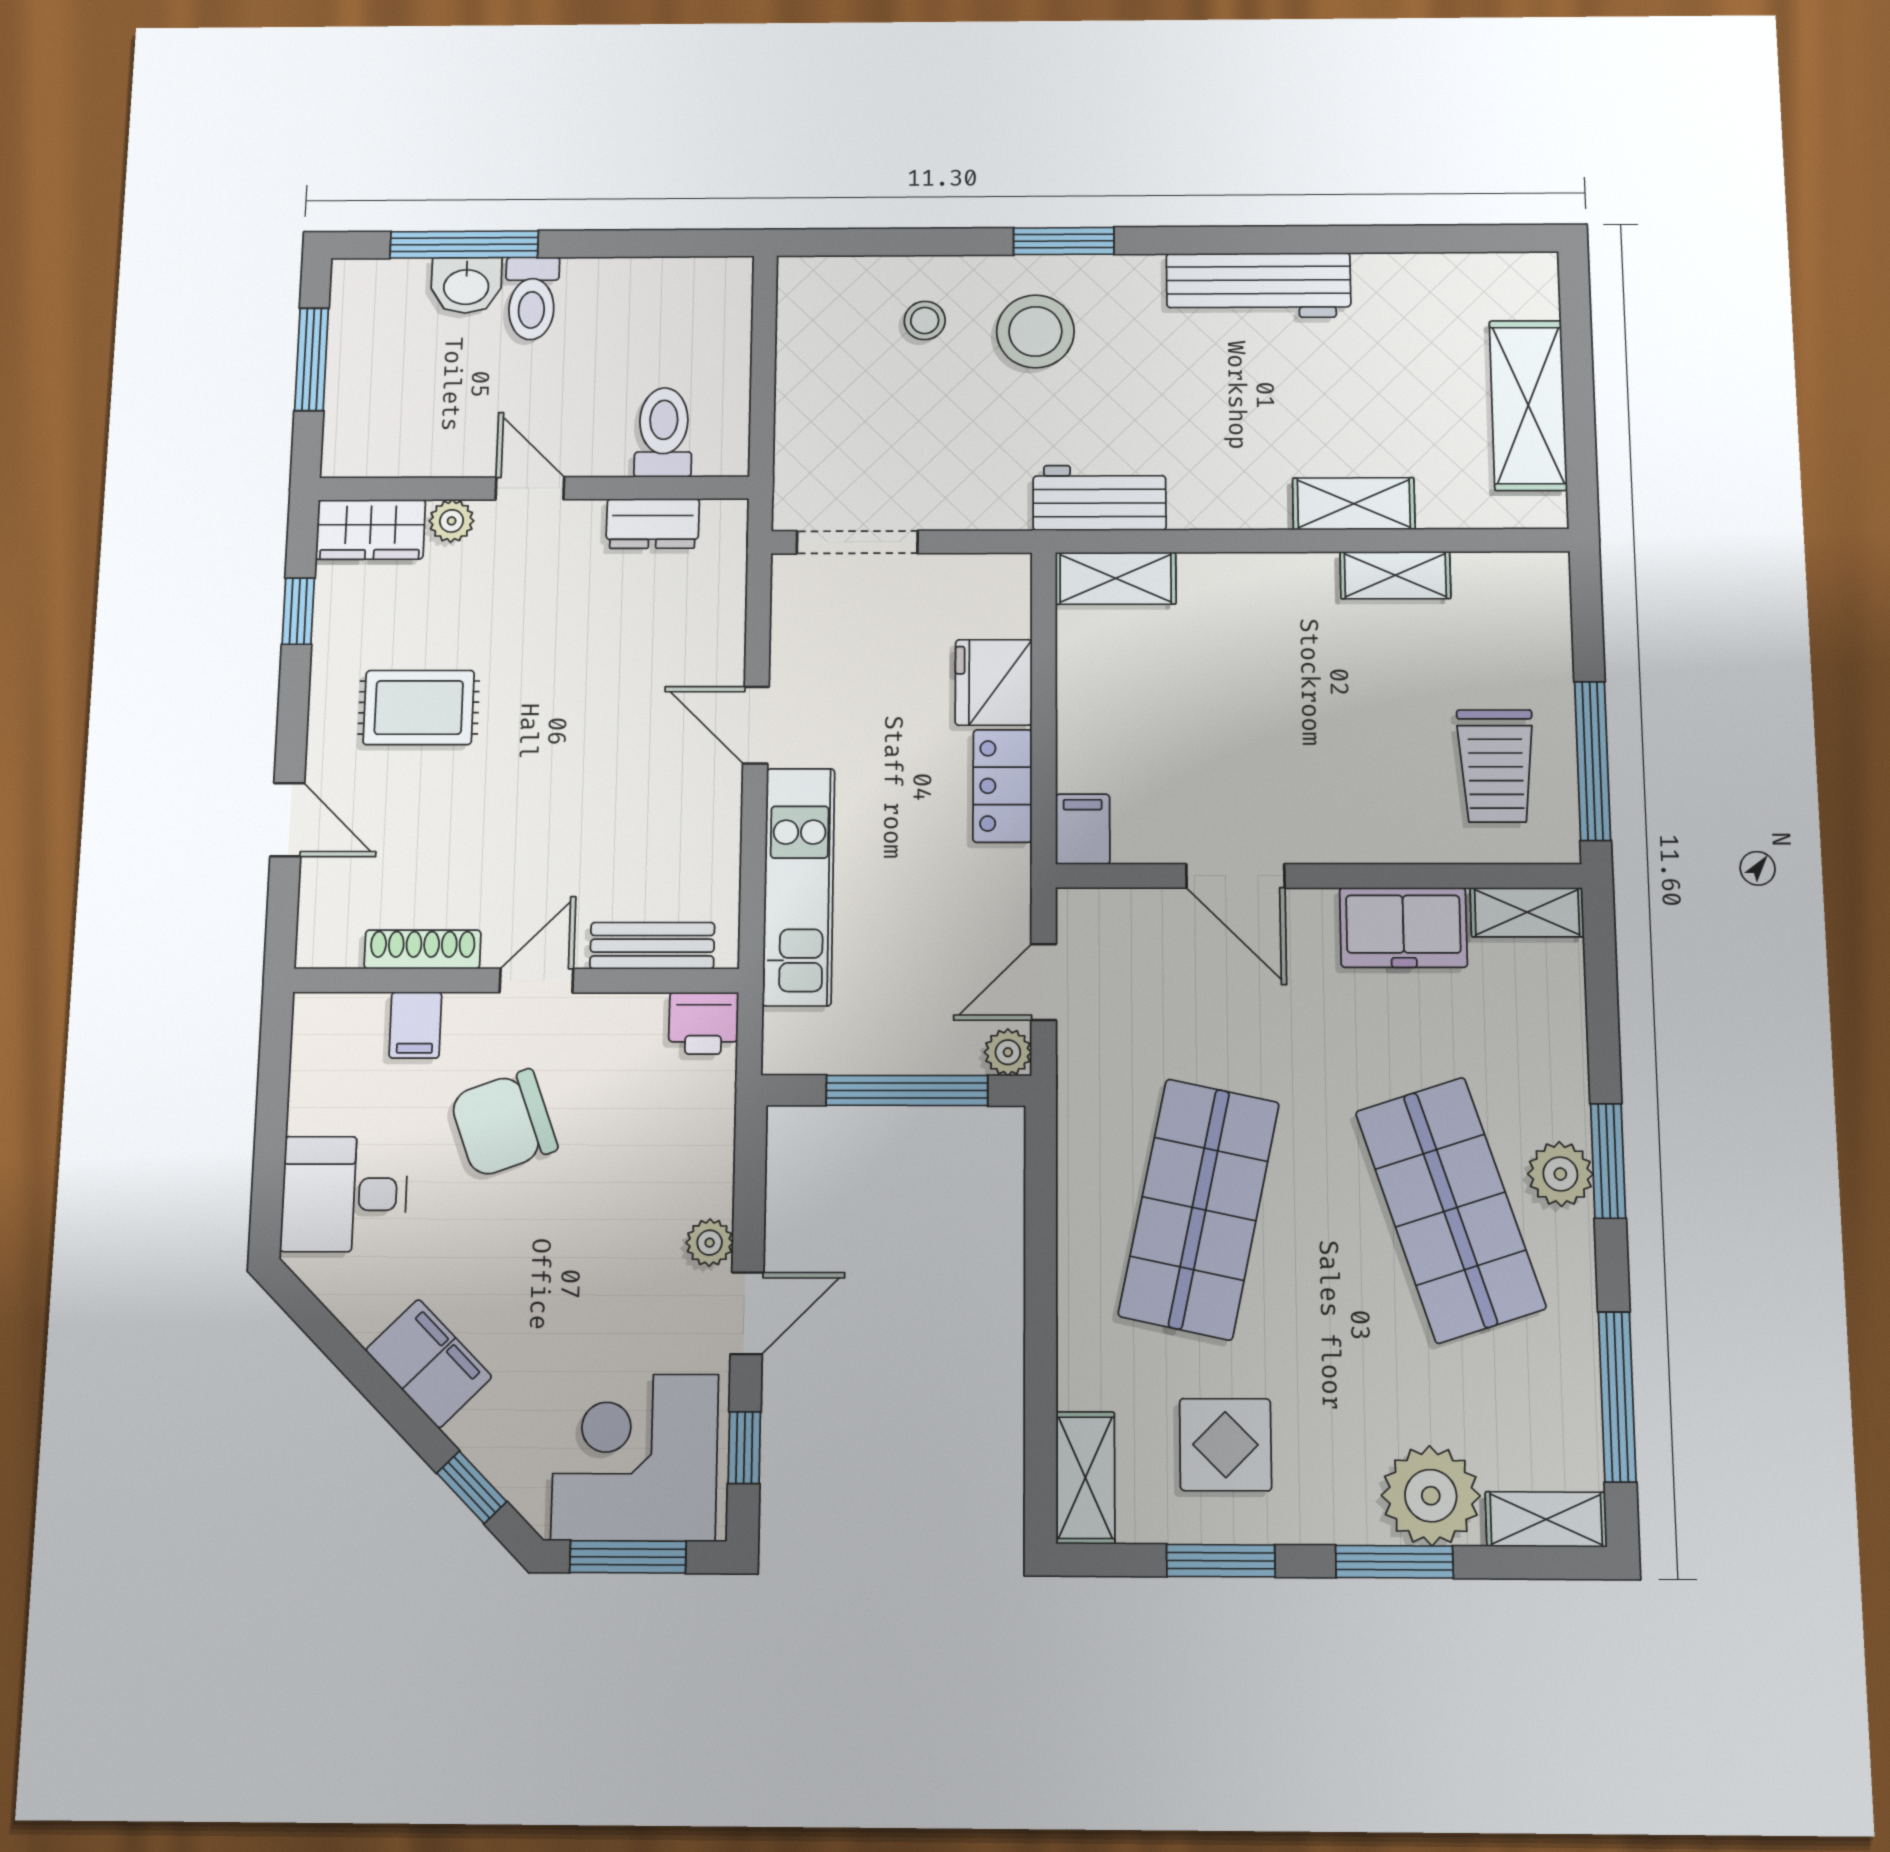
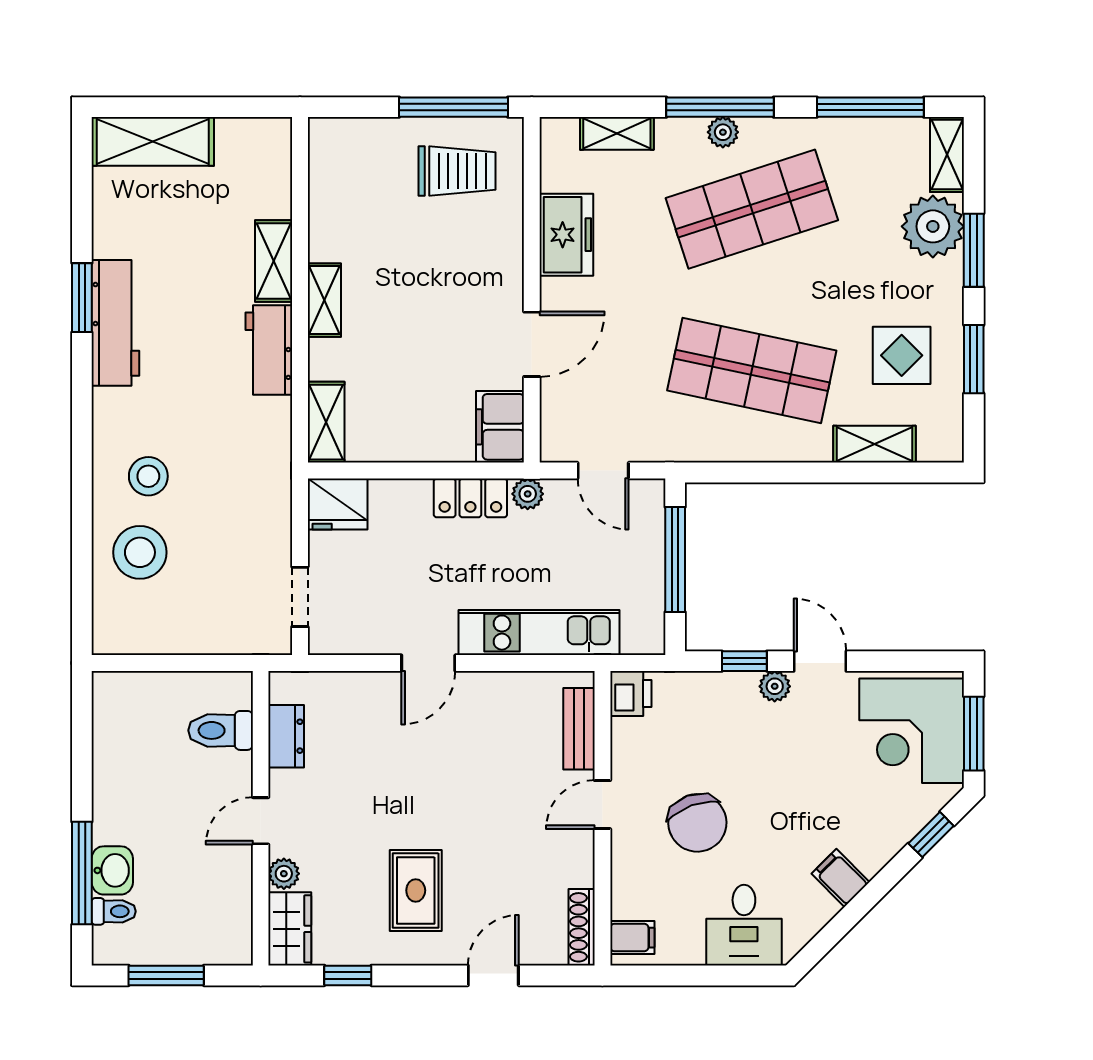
window: (1064, 241) -> (82, 298), moved
toilet: (532, 298) -> (114, 911), moved, width x0.73, depth x0.72
stool: (925, 320) -> (140, 552), width x1.89, depth x1.89
stool: (1035, 331) -> (148, 476), width x0.73, depth x0.73
shelving: (1528, 405) -> (153, 141), moved
workbench: (1099, 498) -> (269, 350), moved
doorway: (857, 542) -> (300, 597), width x0.73
shelving: (1395, 575) -> (324, 300), moved
fridge: (994, 682) -> (338, 504), moved
filing cabinet: (1083, 829) -> (500, 427), width x2.00
shelving: (1527, 912) -> (617, 133), moved, turned 90
shoe rack: (423, 949) -> (582, 927), moved
door: (536, 981) -> (602, 805), hinge flipped
filing cabinet: (415, 1025) -> (632, 938), moved
plant: (1008, 1052) -> (528, 494), moved
window: (1608, 1161) -> (720, 107), width x1.44
plant: (1560, 1174) -> (723, 132), width x0.73, depth x0.73
filing cabinet: (429, 1364) -> (840, 878), width x0.50
window: (744, 1448) -> (744, 661), moved
shelving: (1085, 1478) -> (875, 444), moved

